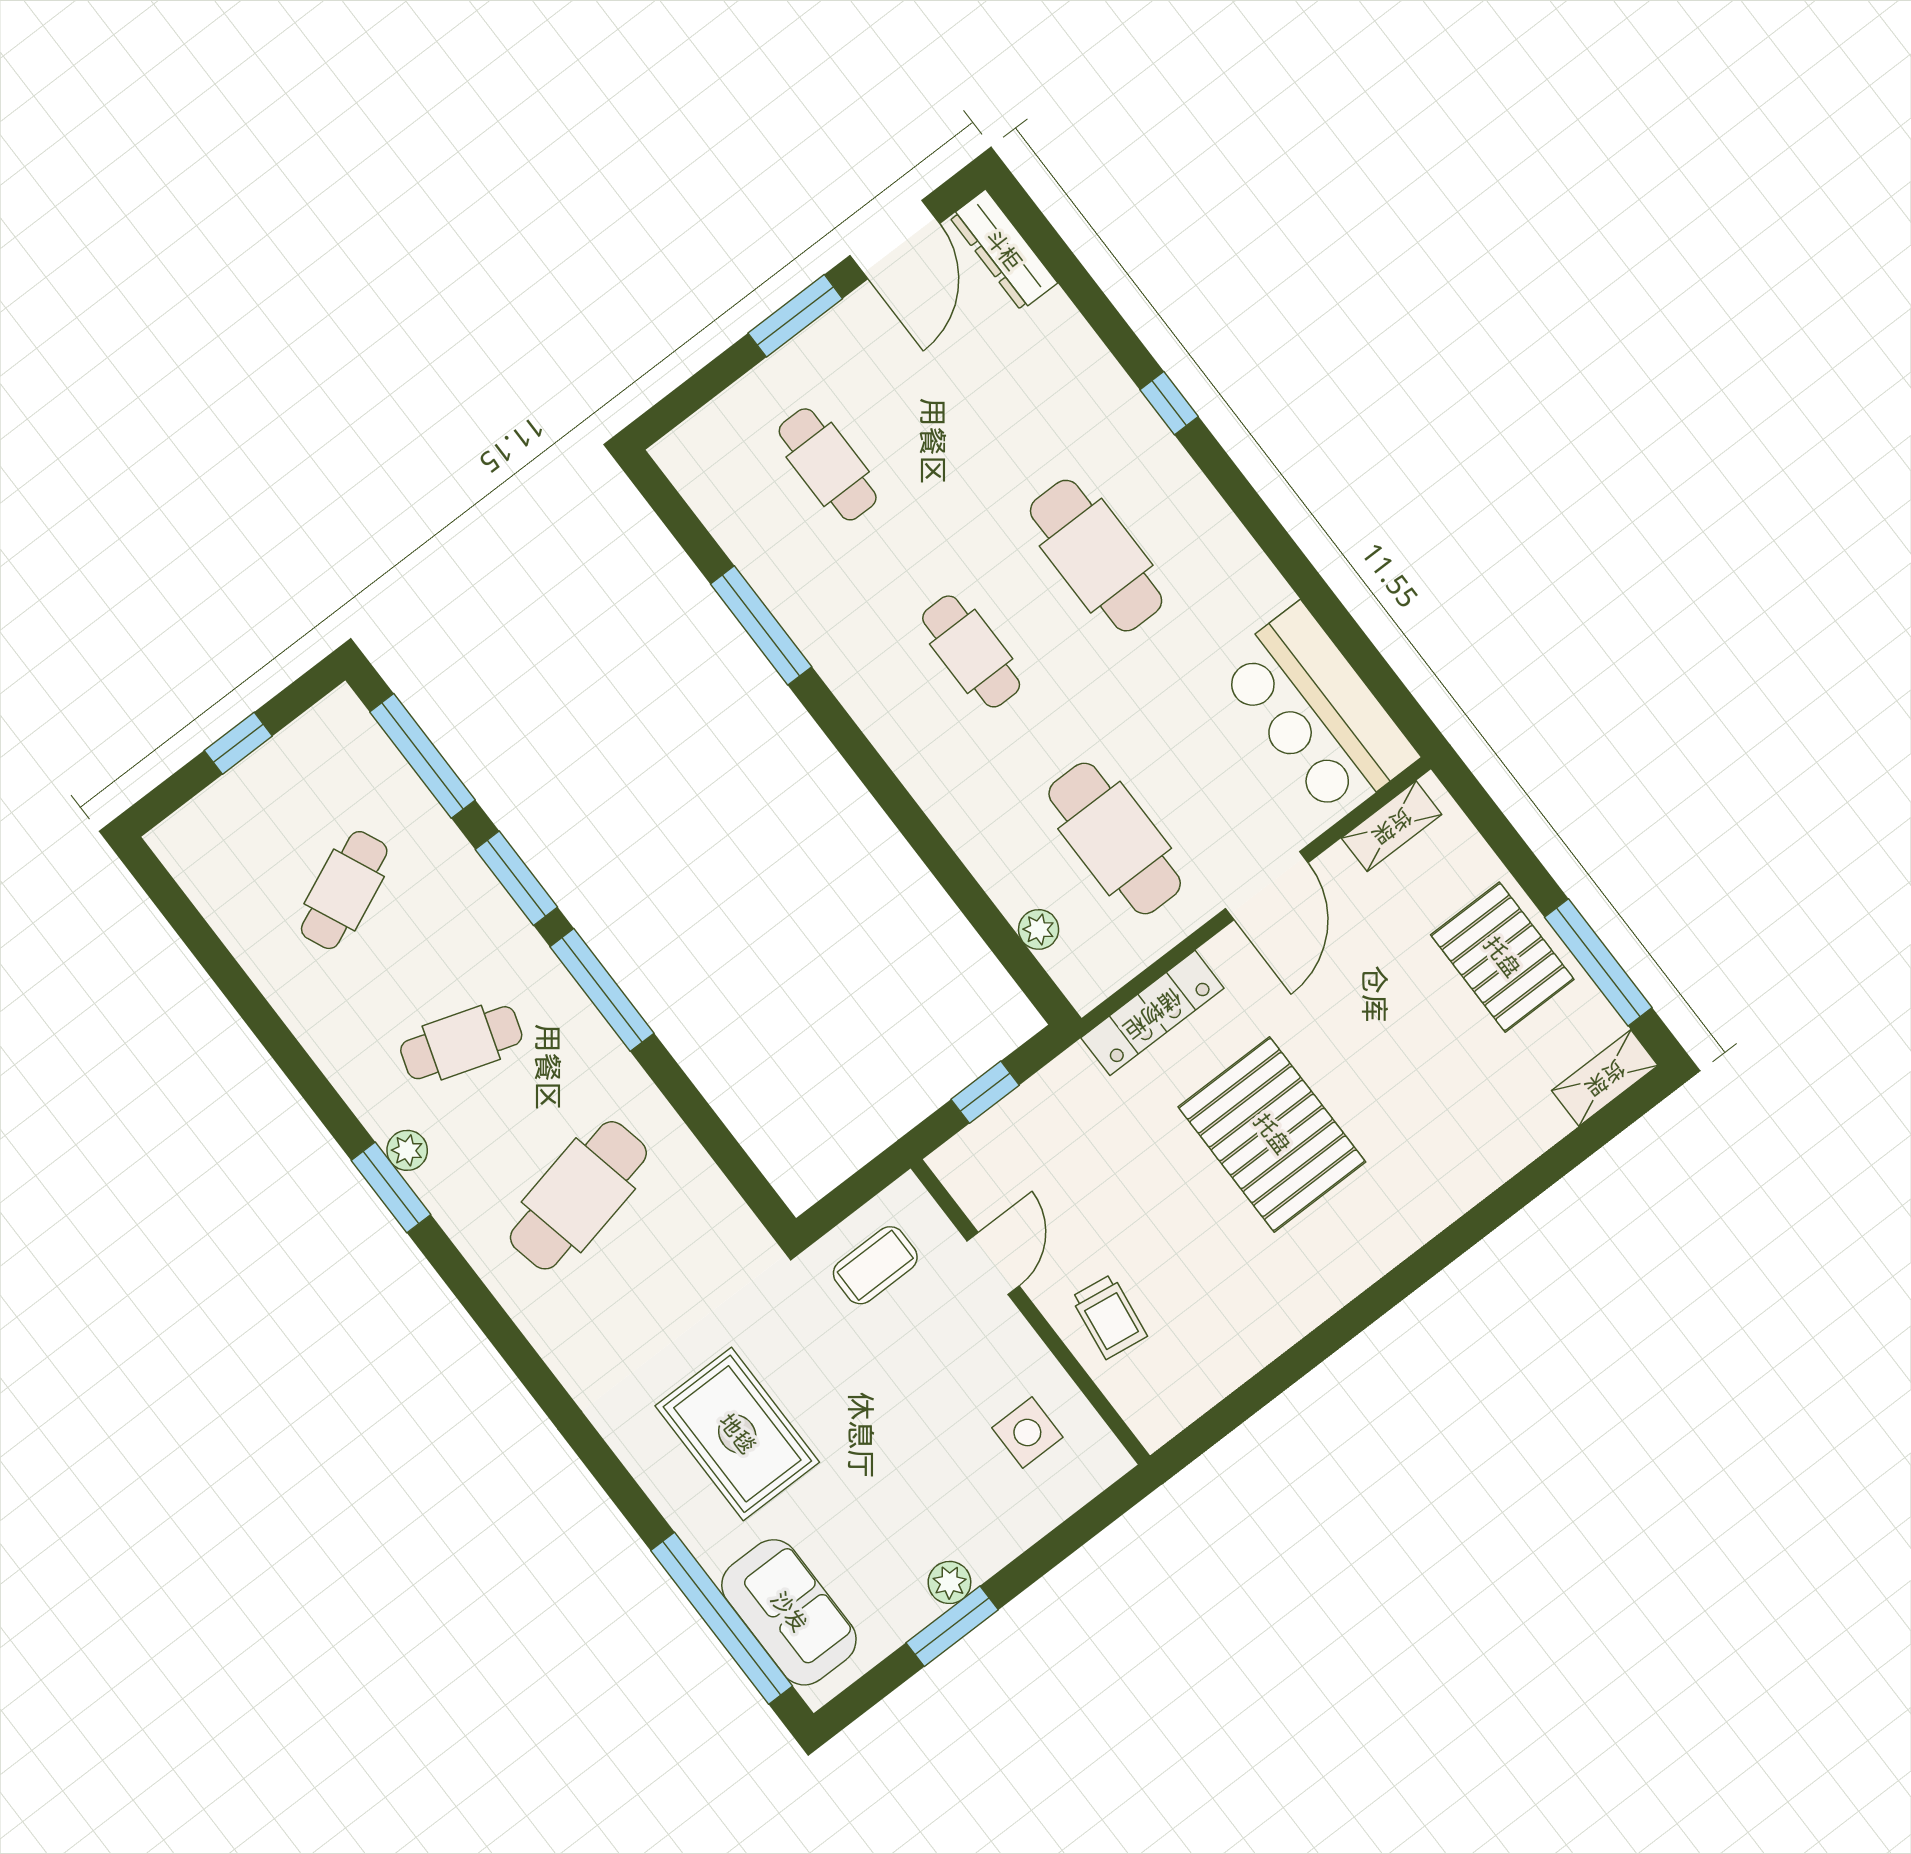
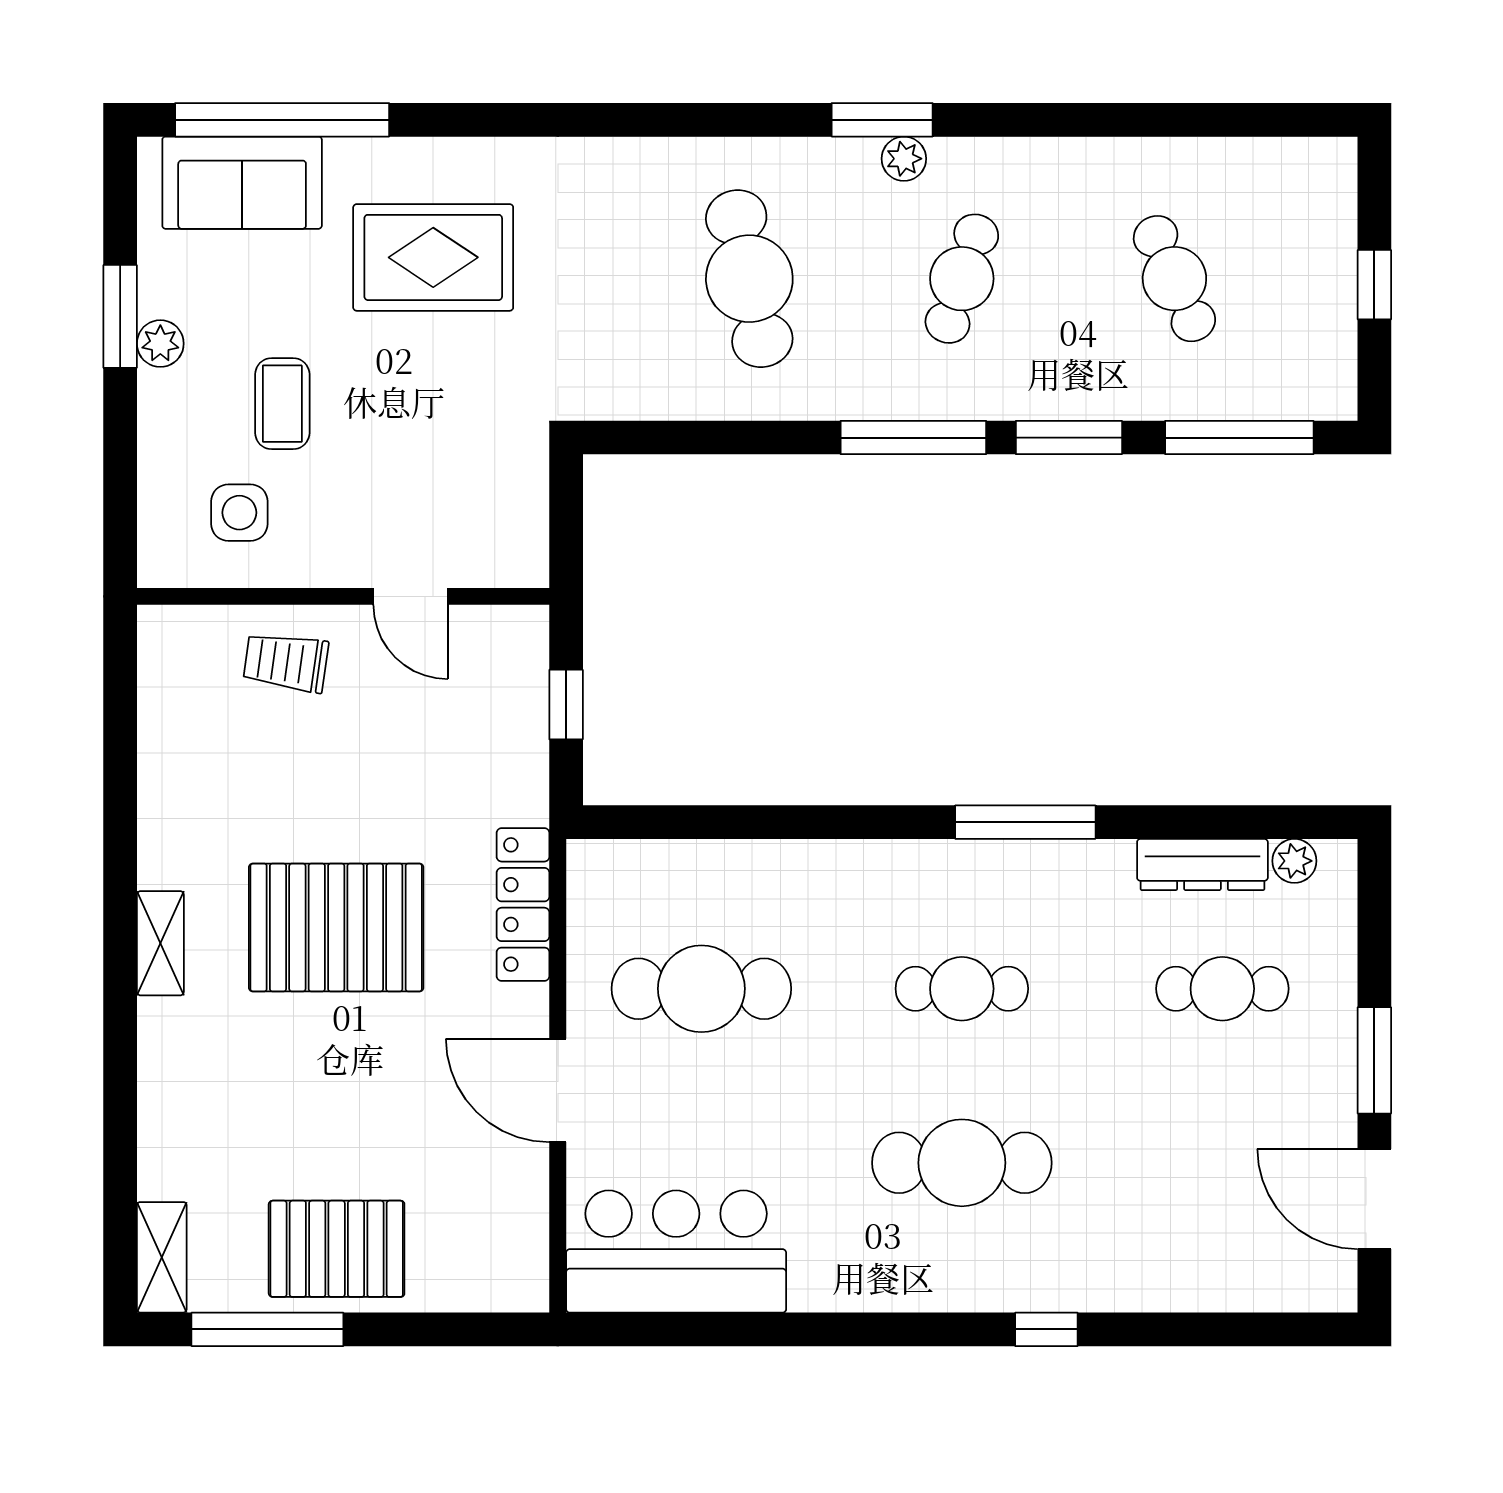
dresser: (1003, 250) -> (1202, 864), moved, turned 180
window: (761, 625) -> (1025, 822), moved
shelving: (1392, 826) -> (160, 943), moved
plant: (1039, 929) -> (1294, 861), moved
coffee table: (875, 1265) -> (282, 404), moved

